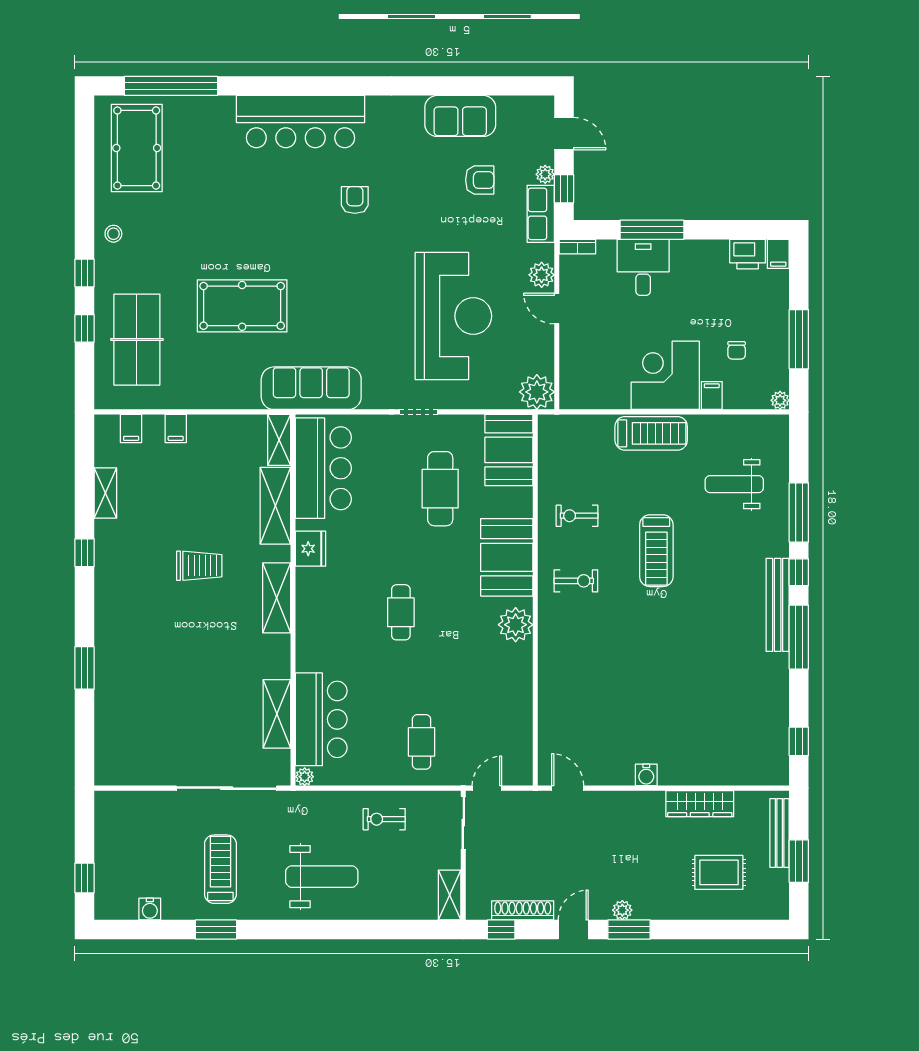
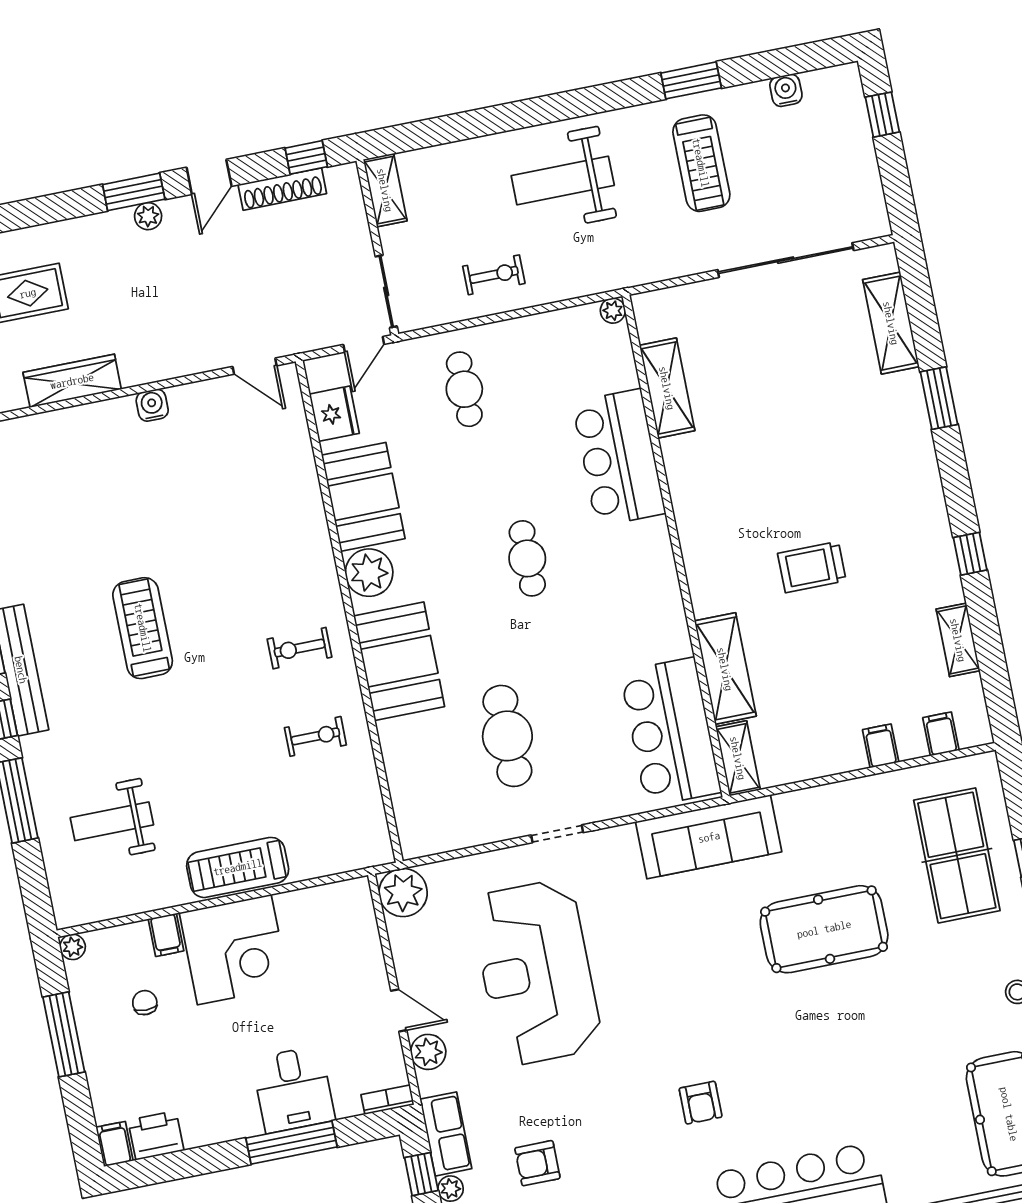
booth: (509, 450) -> (363, 497), moved
weight bench: (734, 484) -> (112, 821), turned 180
fridge: (311, 549) -> (334, 414), moved, turned 180
treadmill: (656, 551) -> (143, 628), moved
shelving: (277, 598) -> (891, 323), moved
bar counter: (321, 719) -> (619, 458), moved
sliding door: (227, 788) -> (786, 260), moved

